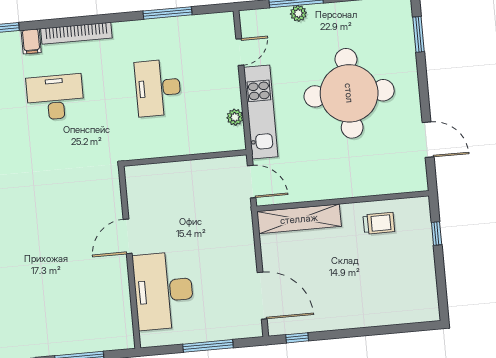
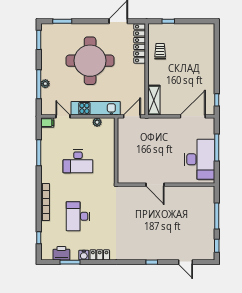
filing cabinet: (31, 41) -> (47, 123), moved
locker: (390, 184) -> (140, 44), added
shelving: (299, 219) -> (154, 100), width x0.68
desk: (164, 291) -> (200, 159), moved, turned -90

